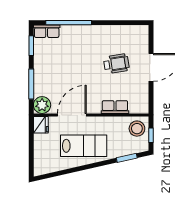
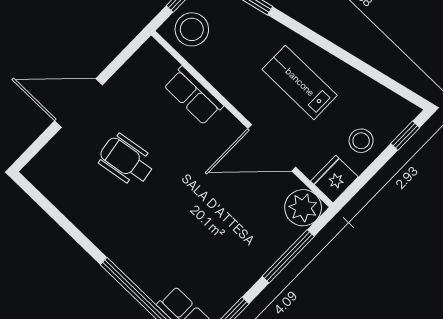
stool: (44, 146) -> (361, 141), added
lab bench: (84, 146) -> (300, 82), width x0.73, depth x0.72
window: (31, 162) -> (405, 136), added

